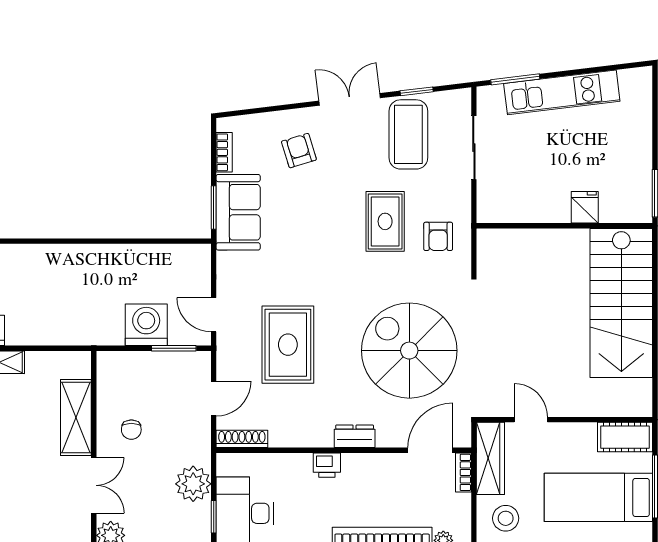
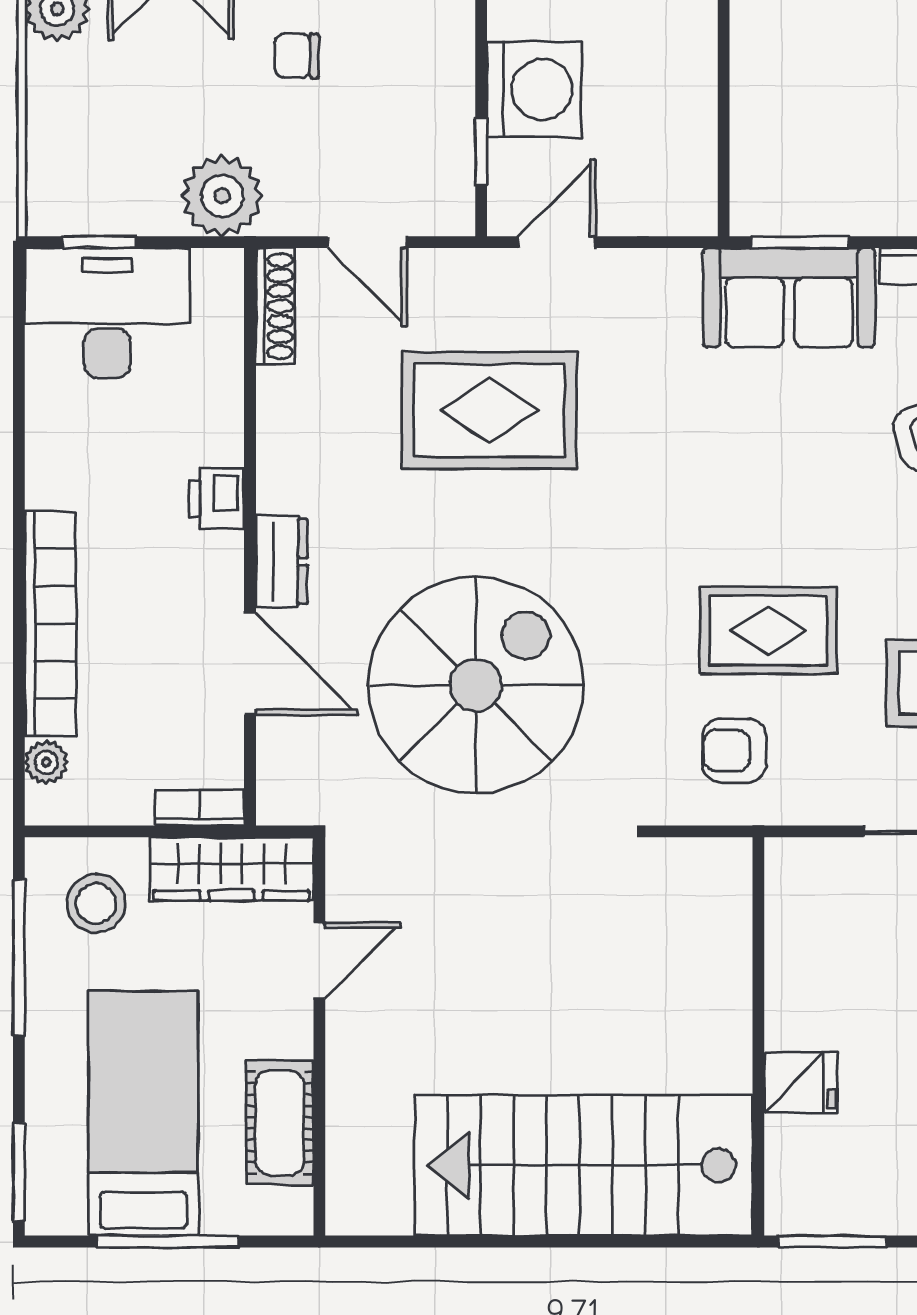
window: (174, 348) -> (481, 152), width x0.67
cot: (625, 437) -> (280, 1123), moved
door: (430, 450) -> (250, 664), moved
plant: (193, 484) -> (222, 196), moved

